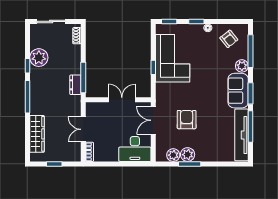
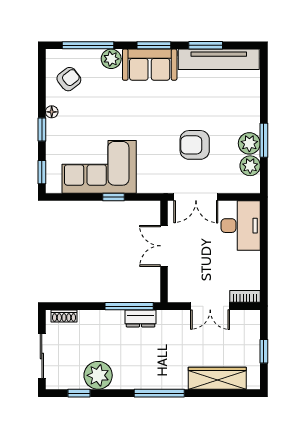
window: (27, 66) -> (79, 393), moved
window: (251, 127) -> (206, 45), width x0.69

